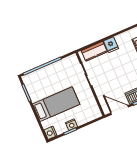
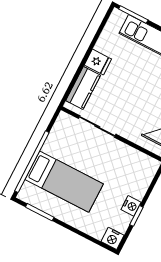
bed: (56, 104) -> (64, 182), moved, turned 90

